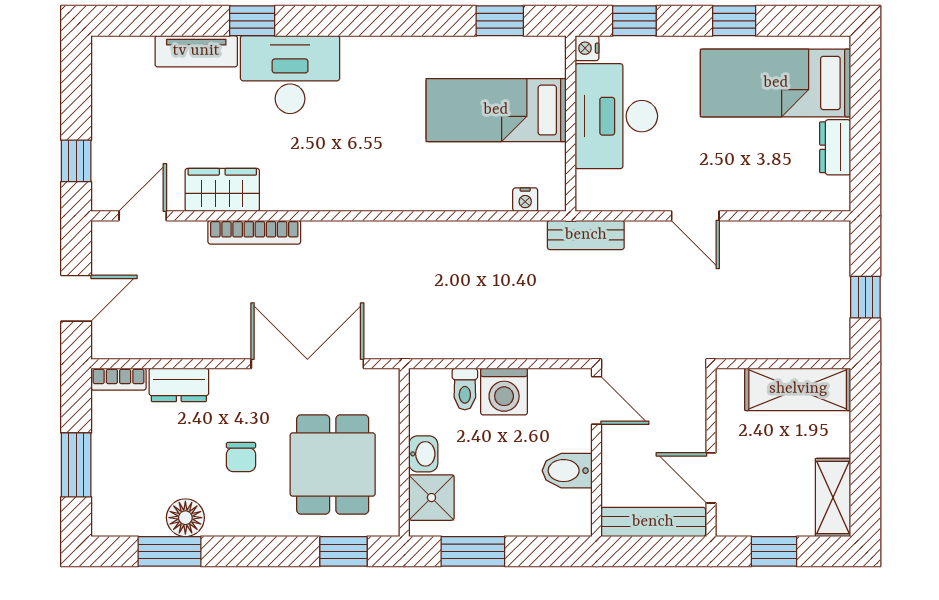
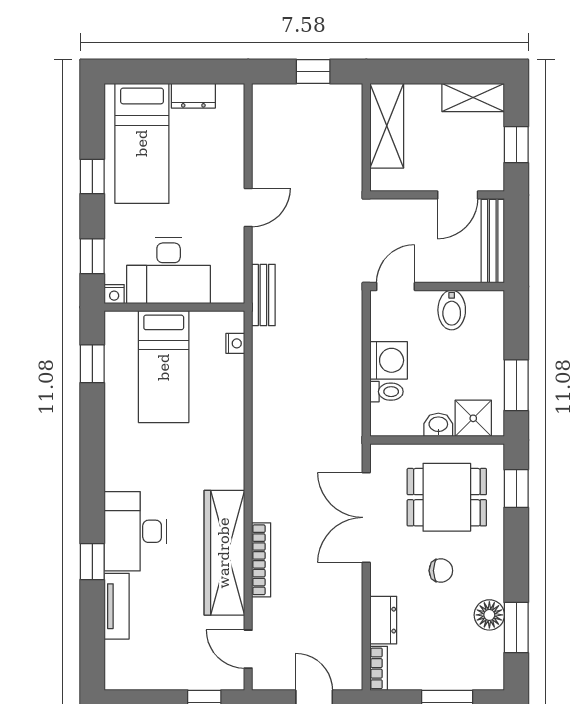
wardrobe: (222, 190) -> (224, 553), width x2.10, depth x1.17

